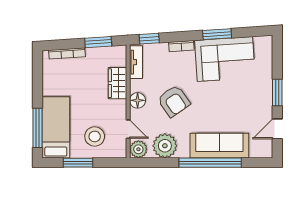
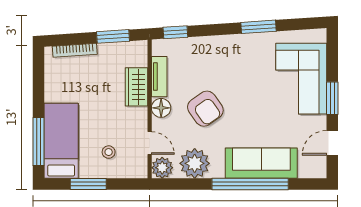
bookcase: (181, 46) -> (215, 41), removed
corner sofa: (225, 59) -> (301, 79), moved, turned 94
tv unit: (136, 62) -> (159, 77), moved
stool: (95, 136) -> (109, 152), width x0.53, depth x0.53

